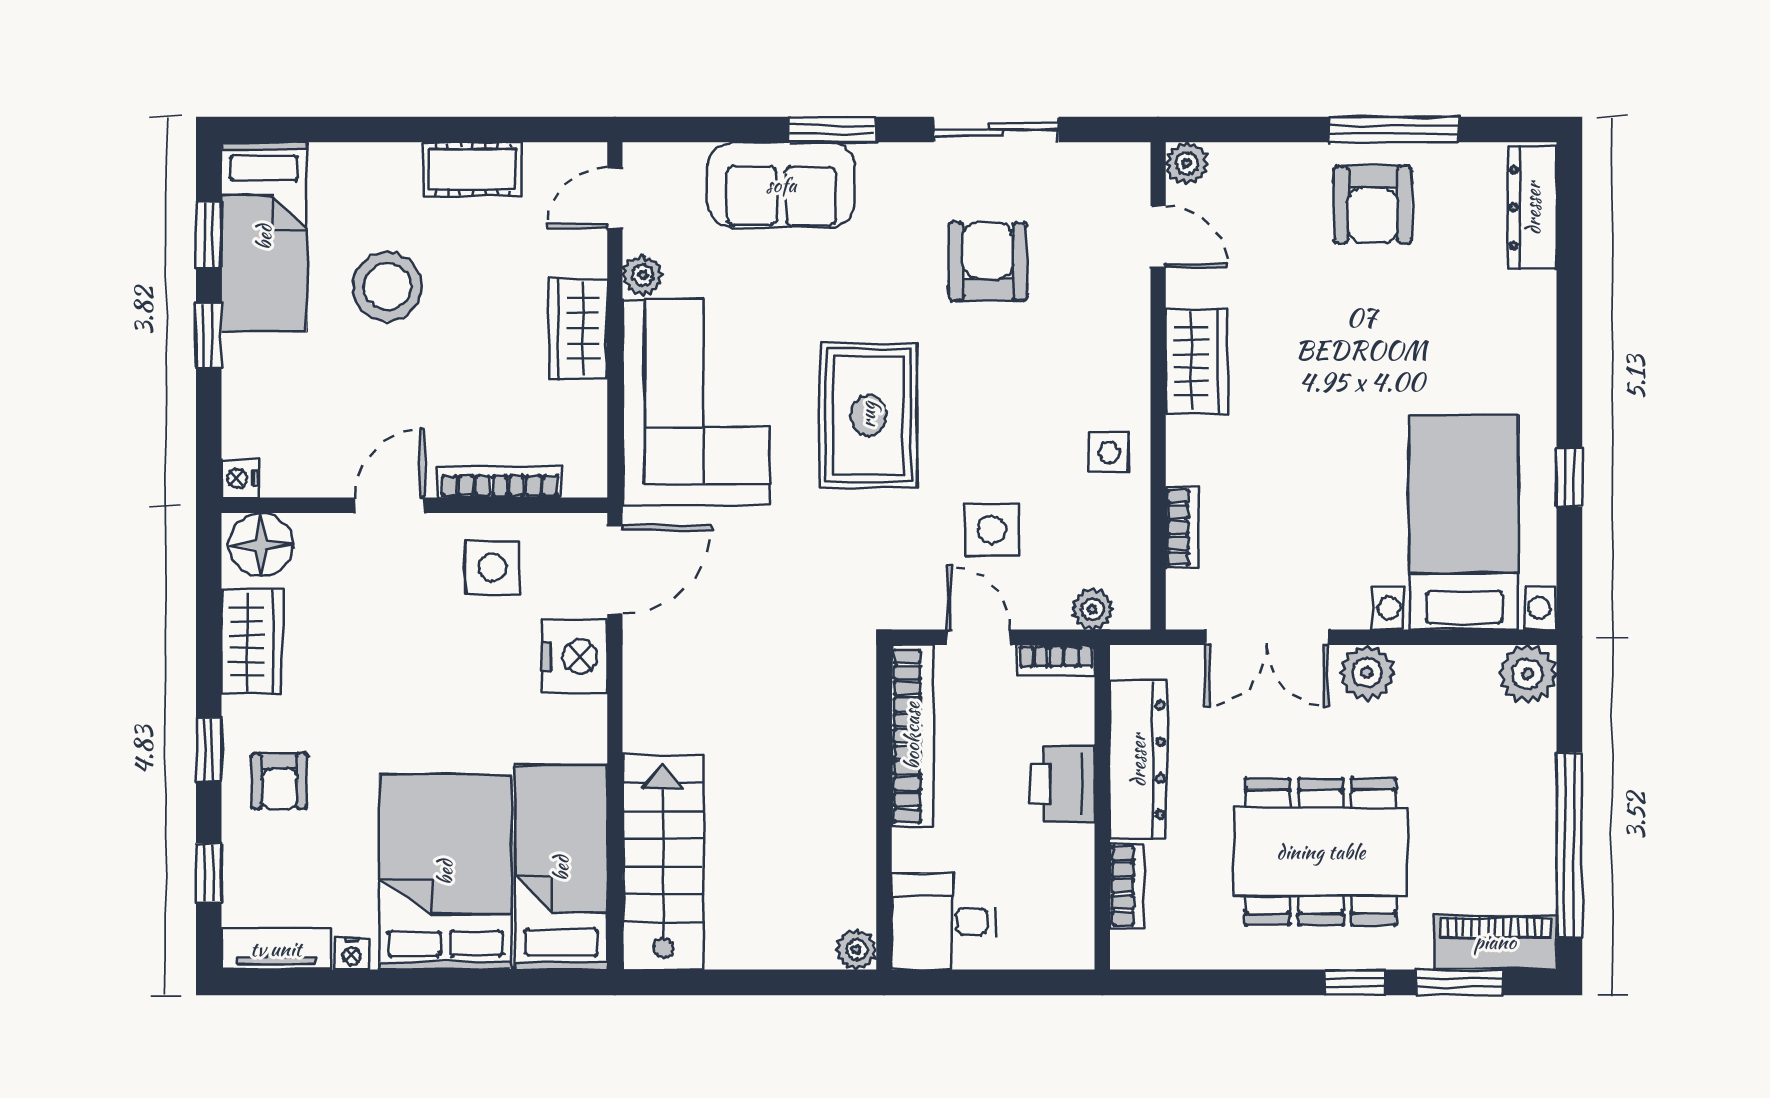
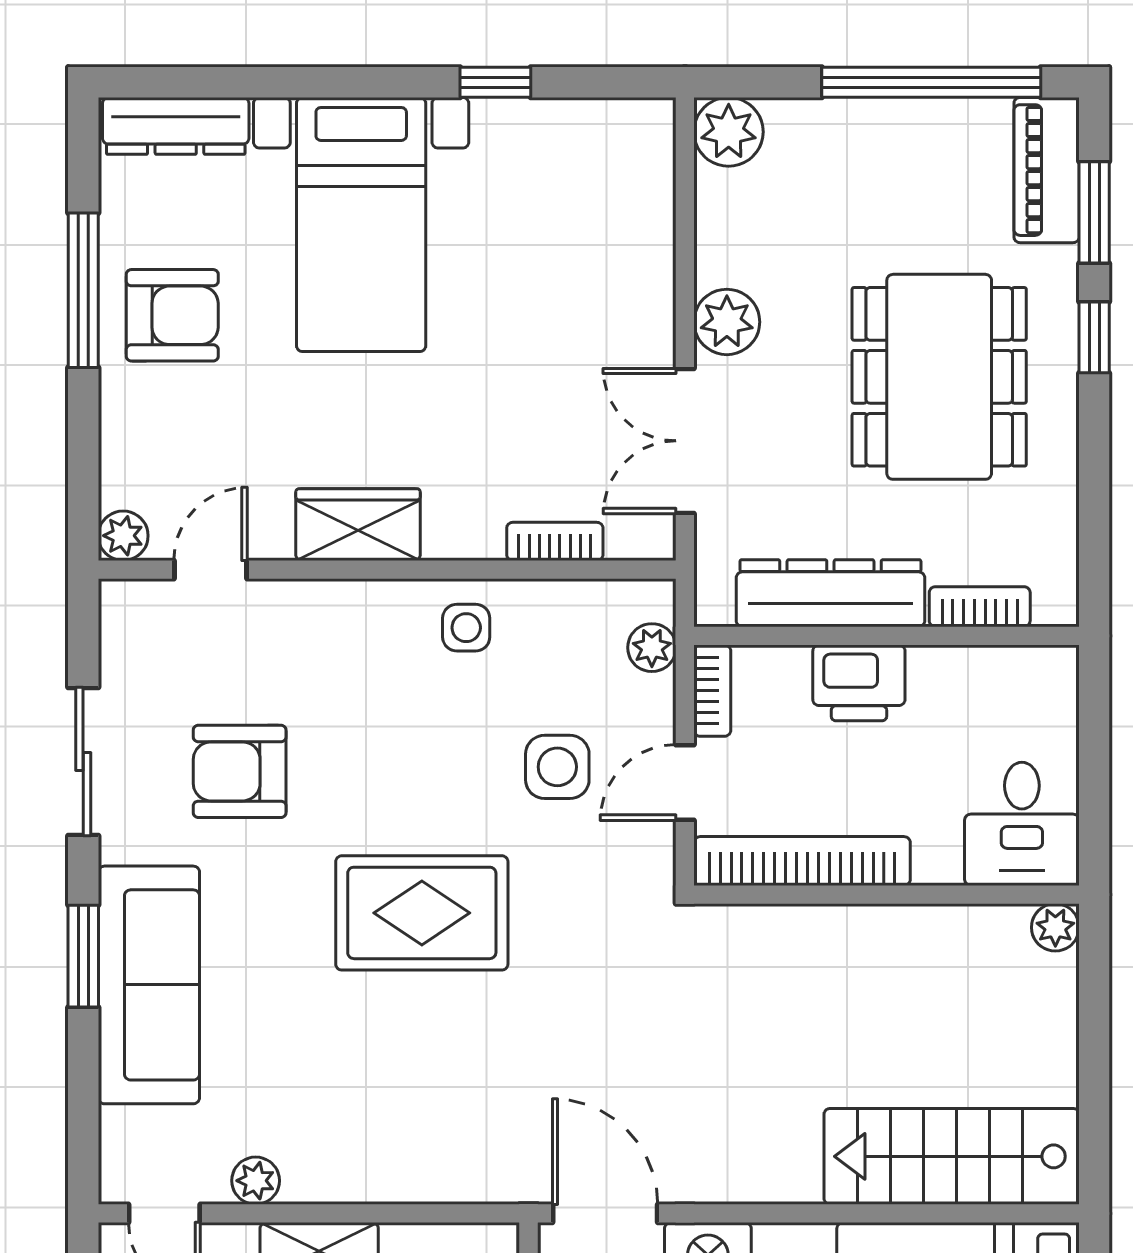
sofa: (781, 185) -> (149, 985), width x1.36
corner sofa: (696, 402) -> (406, 1117), removed
bed with nightstands: (1464, 522) -> (361, 225), moved, turned -90
double door: (1267, 637) -> (685, 441), swing flipped

